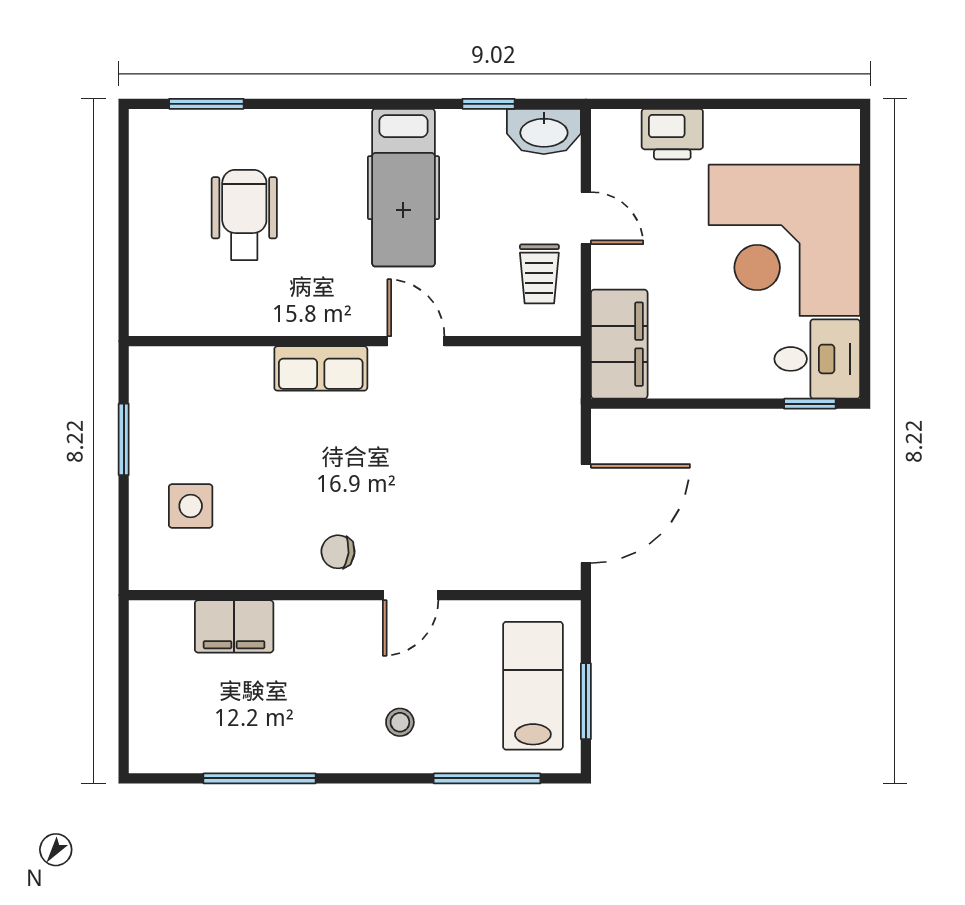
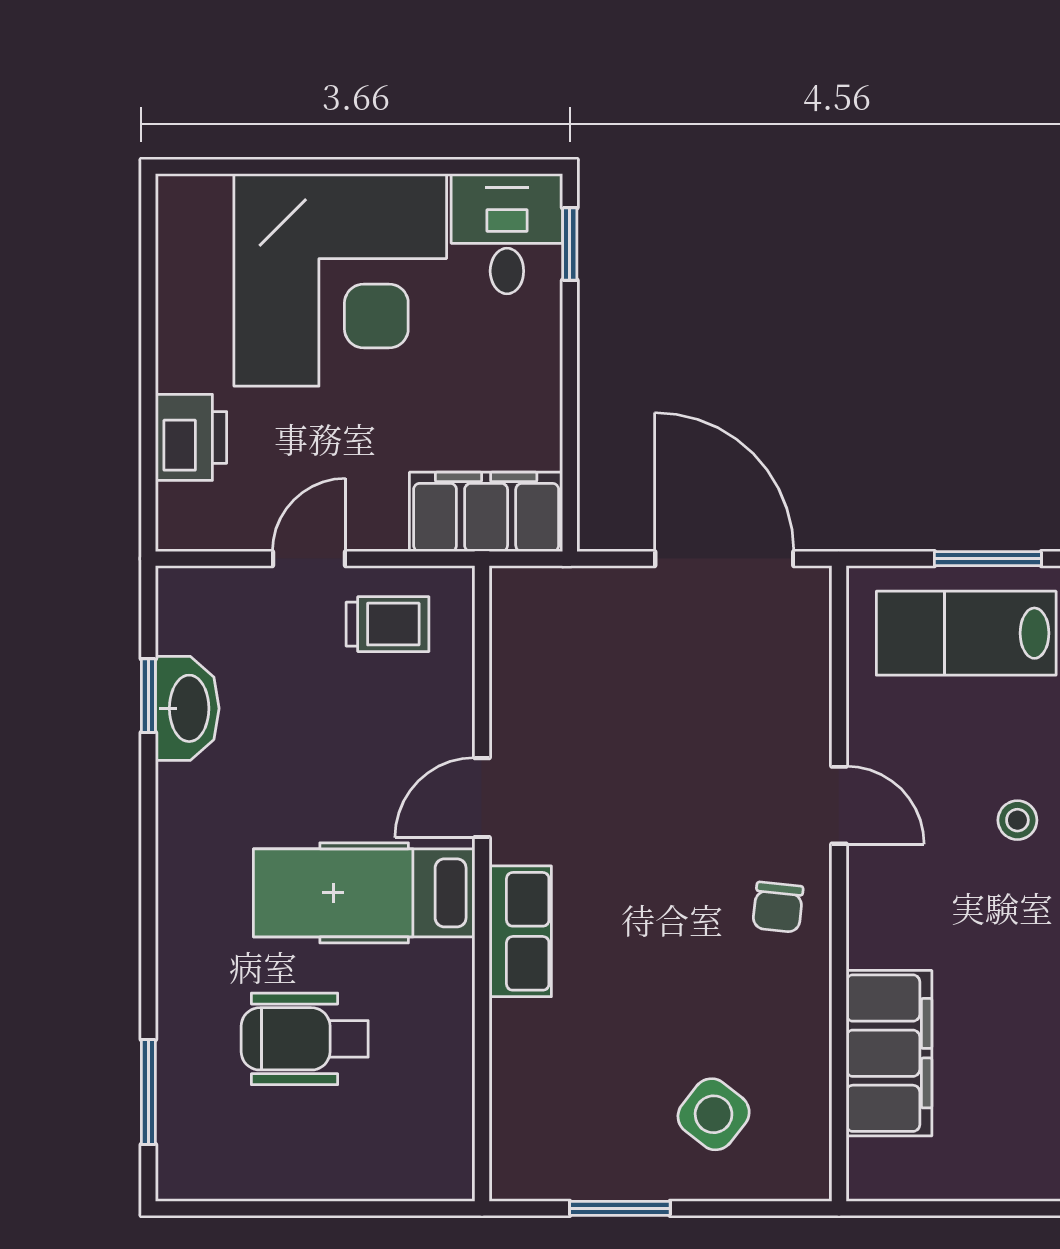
washbasin: (544, 131) -> (187, 708), moved
hospital bed: (403, 188) -> (364, 893), moved, turned 180
side table: (191, 506) -> (714, 1114), turned 38
filing cabinet: (234, 626) -> (889, 1053), width x1.50, depth x1.17

